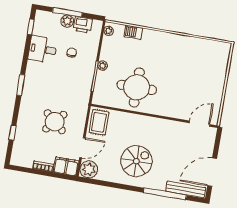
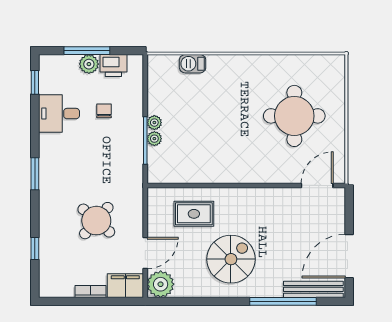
plant: (109, 31) -> (154, 139), moved
round table: (137, 87) -> (294, 116), moved
rug: (99, 122) -> (194, 214), moved, turned 90

